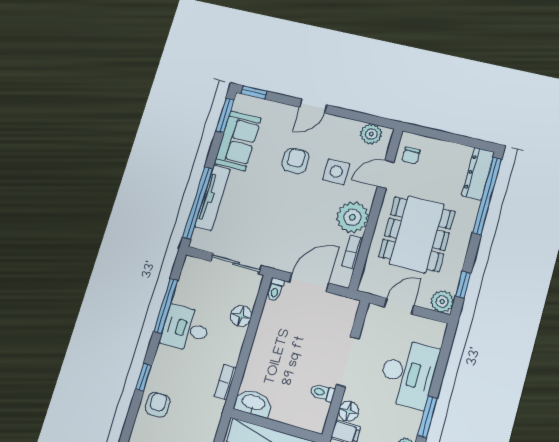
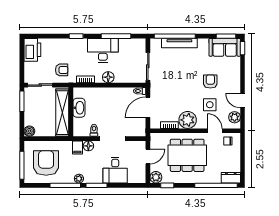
door: (313, 106) -> (242, 101), moved
sofa: (238, 141) -> (225, 47), moved
armchair: (295, 161) -> (210, 81), turned -90
dresser: (478, 174) -> (231, 178), width x0.70
door: (309, 283) -> (148, 107), swing flipped
door: (399, 306) -> (148, 156), hinge flipped
floor lamp: (241, 316) -> (108, 77), moved
desk: (186, 329) -> (103, 50), width x1.37
desk: (408, 374) -> (115, 170), width x0.73
washbasin: (253, 403) -> (79, 108), moved
armchair: (158, 405) -> (62, 70), moved

